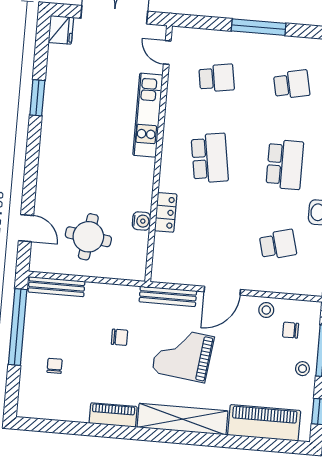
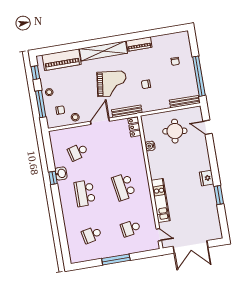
fridge: (61, 30) -> (207, 178), moved
locker: (166, 212) -> (134, 127), moved

